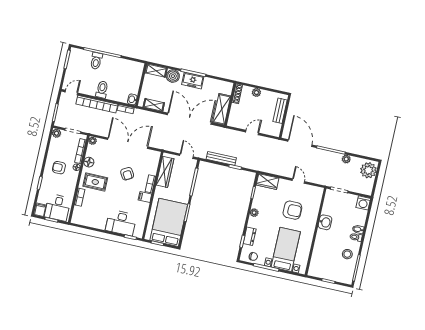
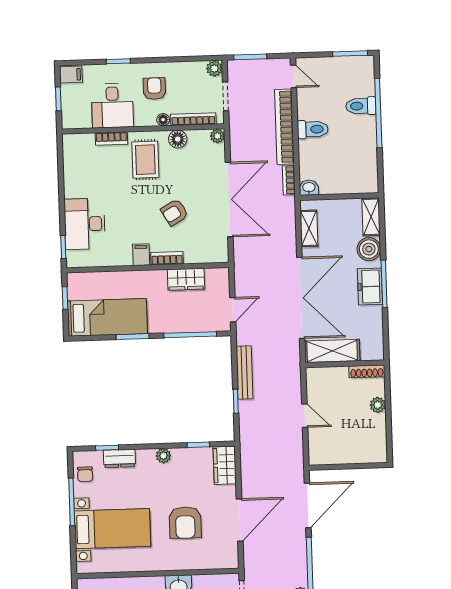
bench: (280, 111) -> (356, 455), removed
wardrobe: (165, 172) -> (186, 279), width x0.67
door: (298, 181) -> (240, 520), width x1.88
desk: (58, 207) -> (112, 106), moved, turned -90
bed: (169, 222) -> (107, 317), width x0.67

